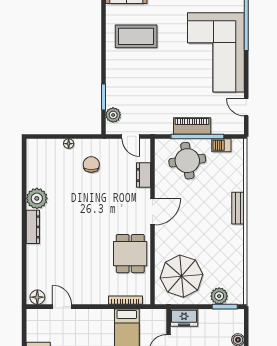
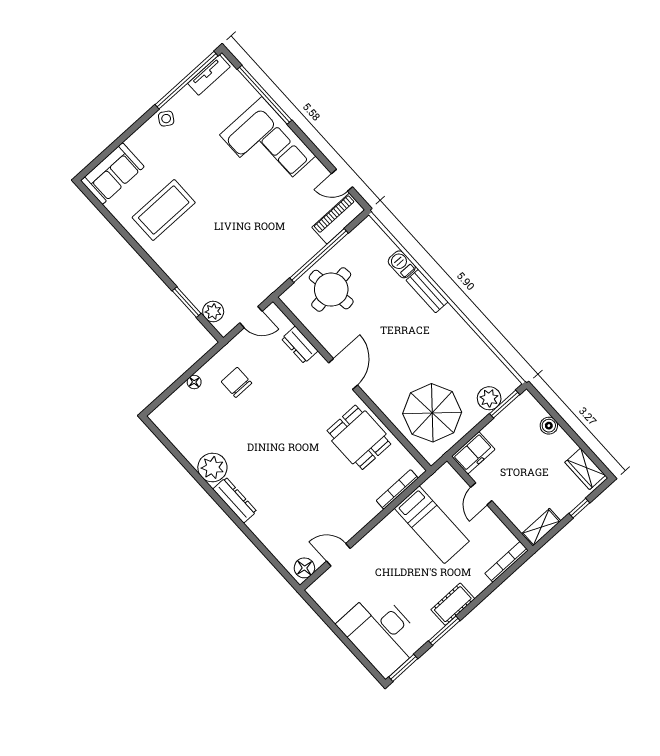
corner sofa: (216, 52) -> (268, 145), width x0.73, depth x0.74
piano: (192, 126) -> (338, 219), moved
barbecue: (221, 145) -> (402, 264), moved, turned 90

